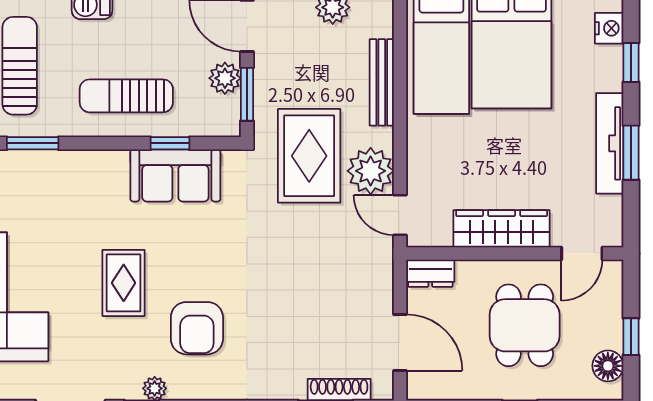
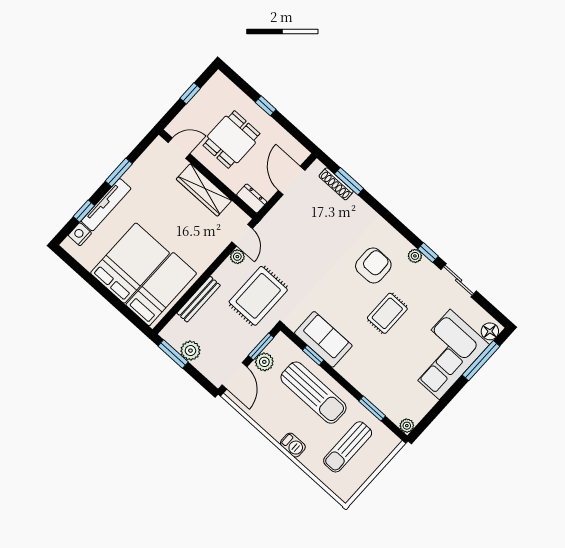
sun lounger: (126, 96) -> (314, 393), width x1.36, depth x1.34
tv unit: (610, 143) -> (106, 205), moved
plant: (371, 171) -> (237, 257), width x0.53, depth x0.53
floor lamp: (608, 366) -> (211, 90), removed

